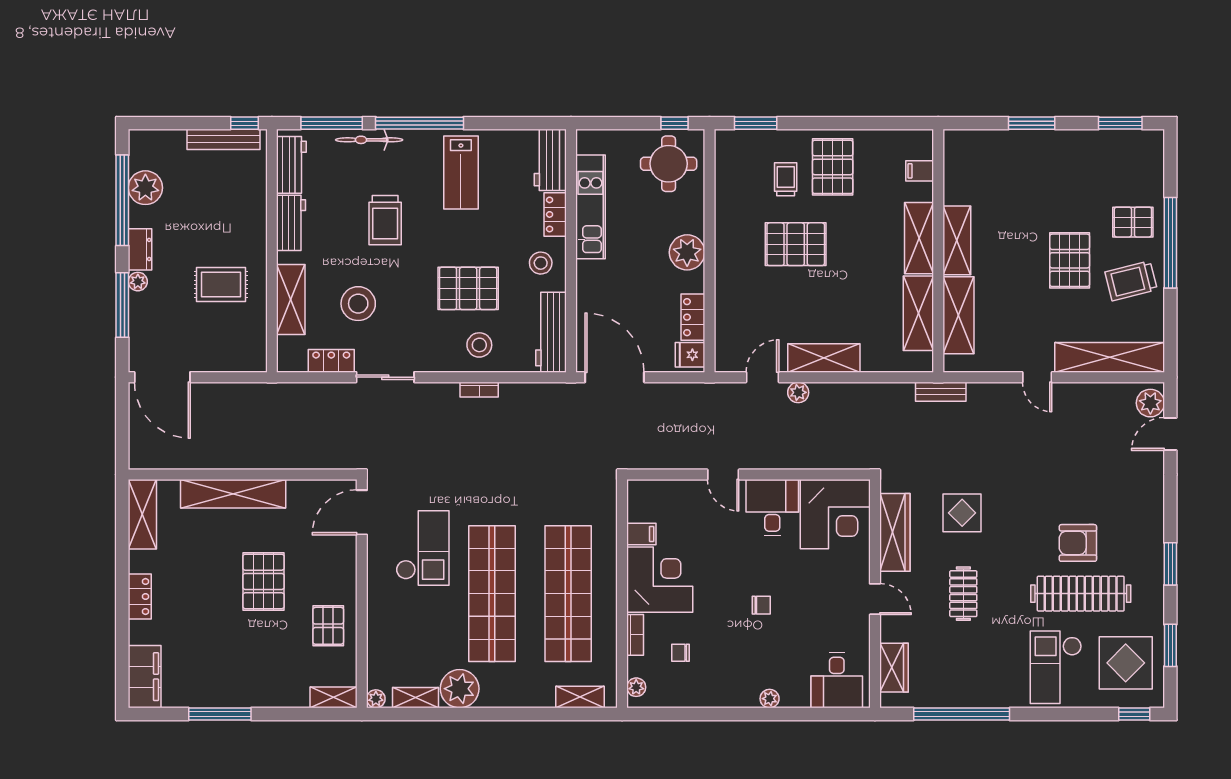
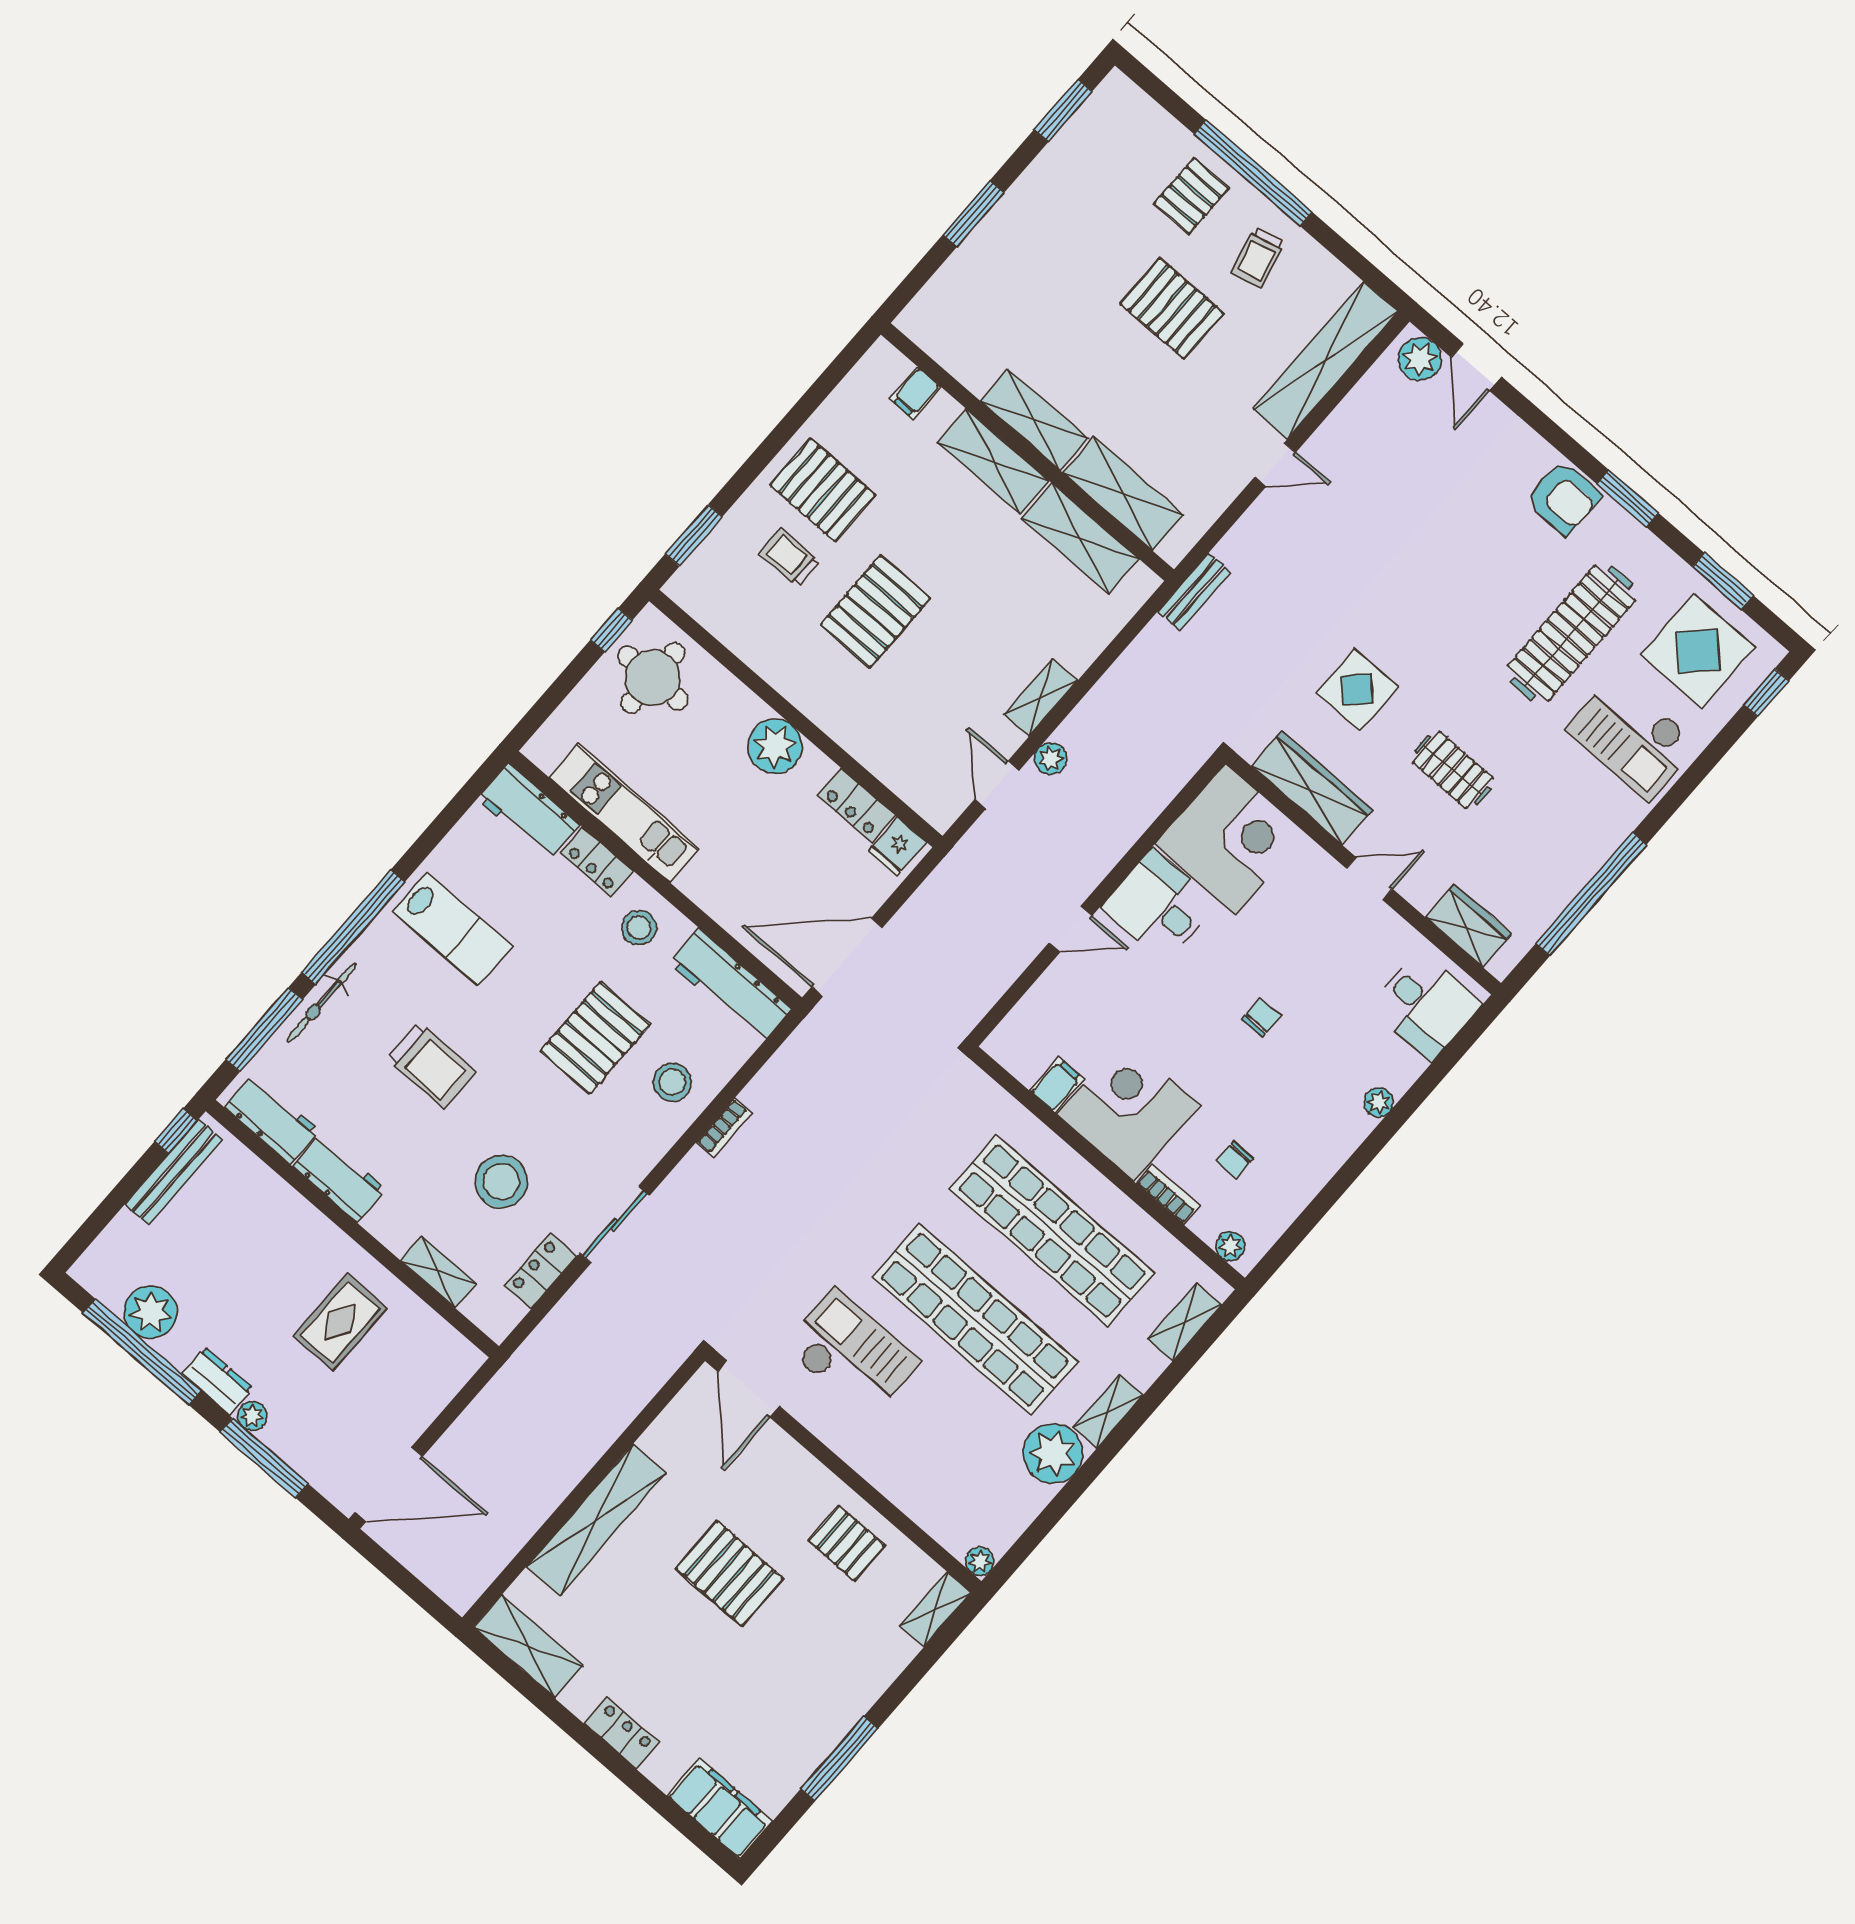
trolley: (1131, 281) -> (1258, 258), width x0.73, depth x0.72
shelving: (291, 299) -> (438, 1272), width x0.67, depth x0.75
shelving: (824, 358) -> (1041, 697), width x0.67, depth x0.75
armchair: (1078, 543) -> (1563, 498), moved, turned -90
shelving: (416, 698) -> (1108, 1411), moved

